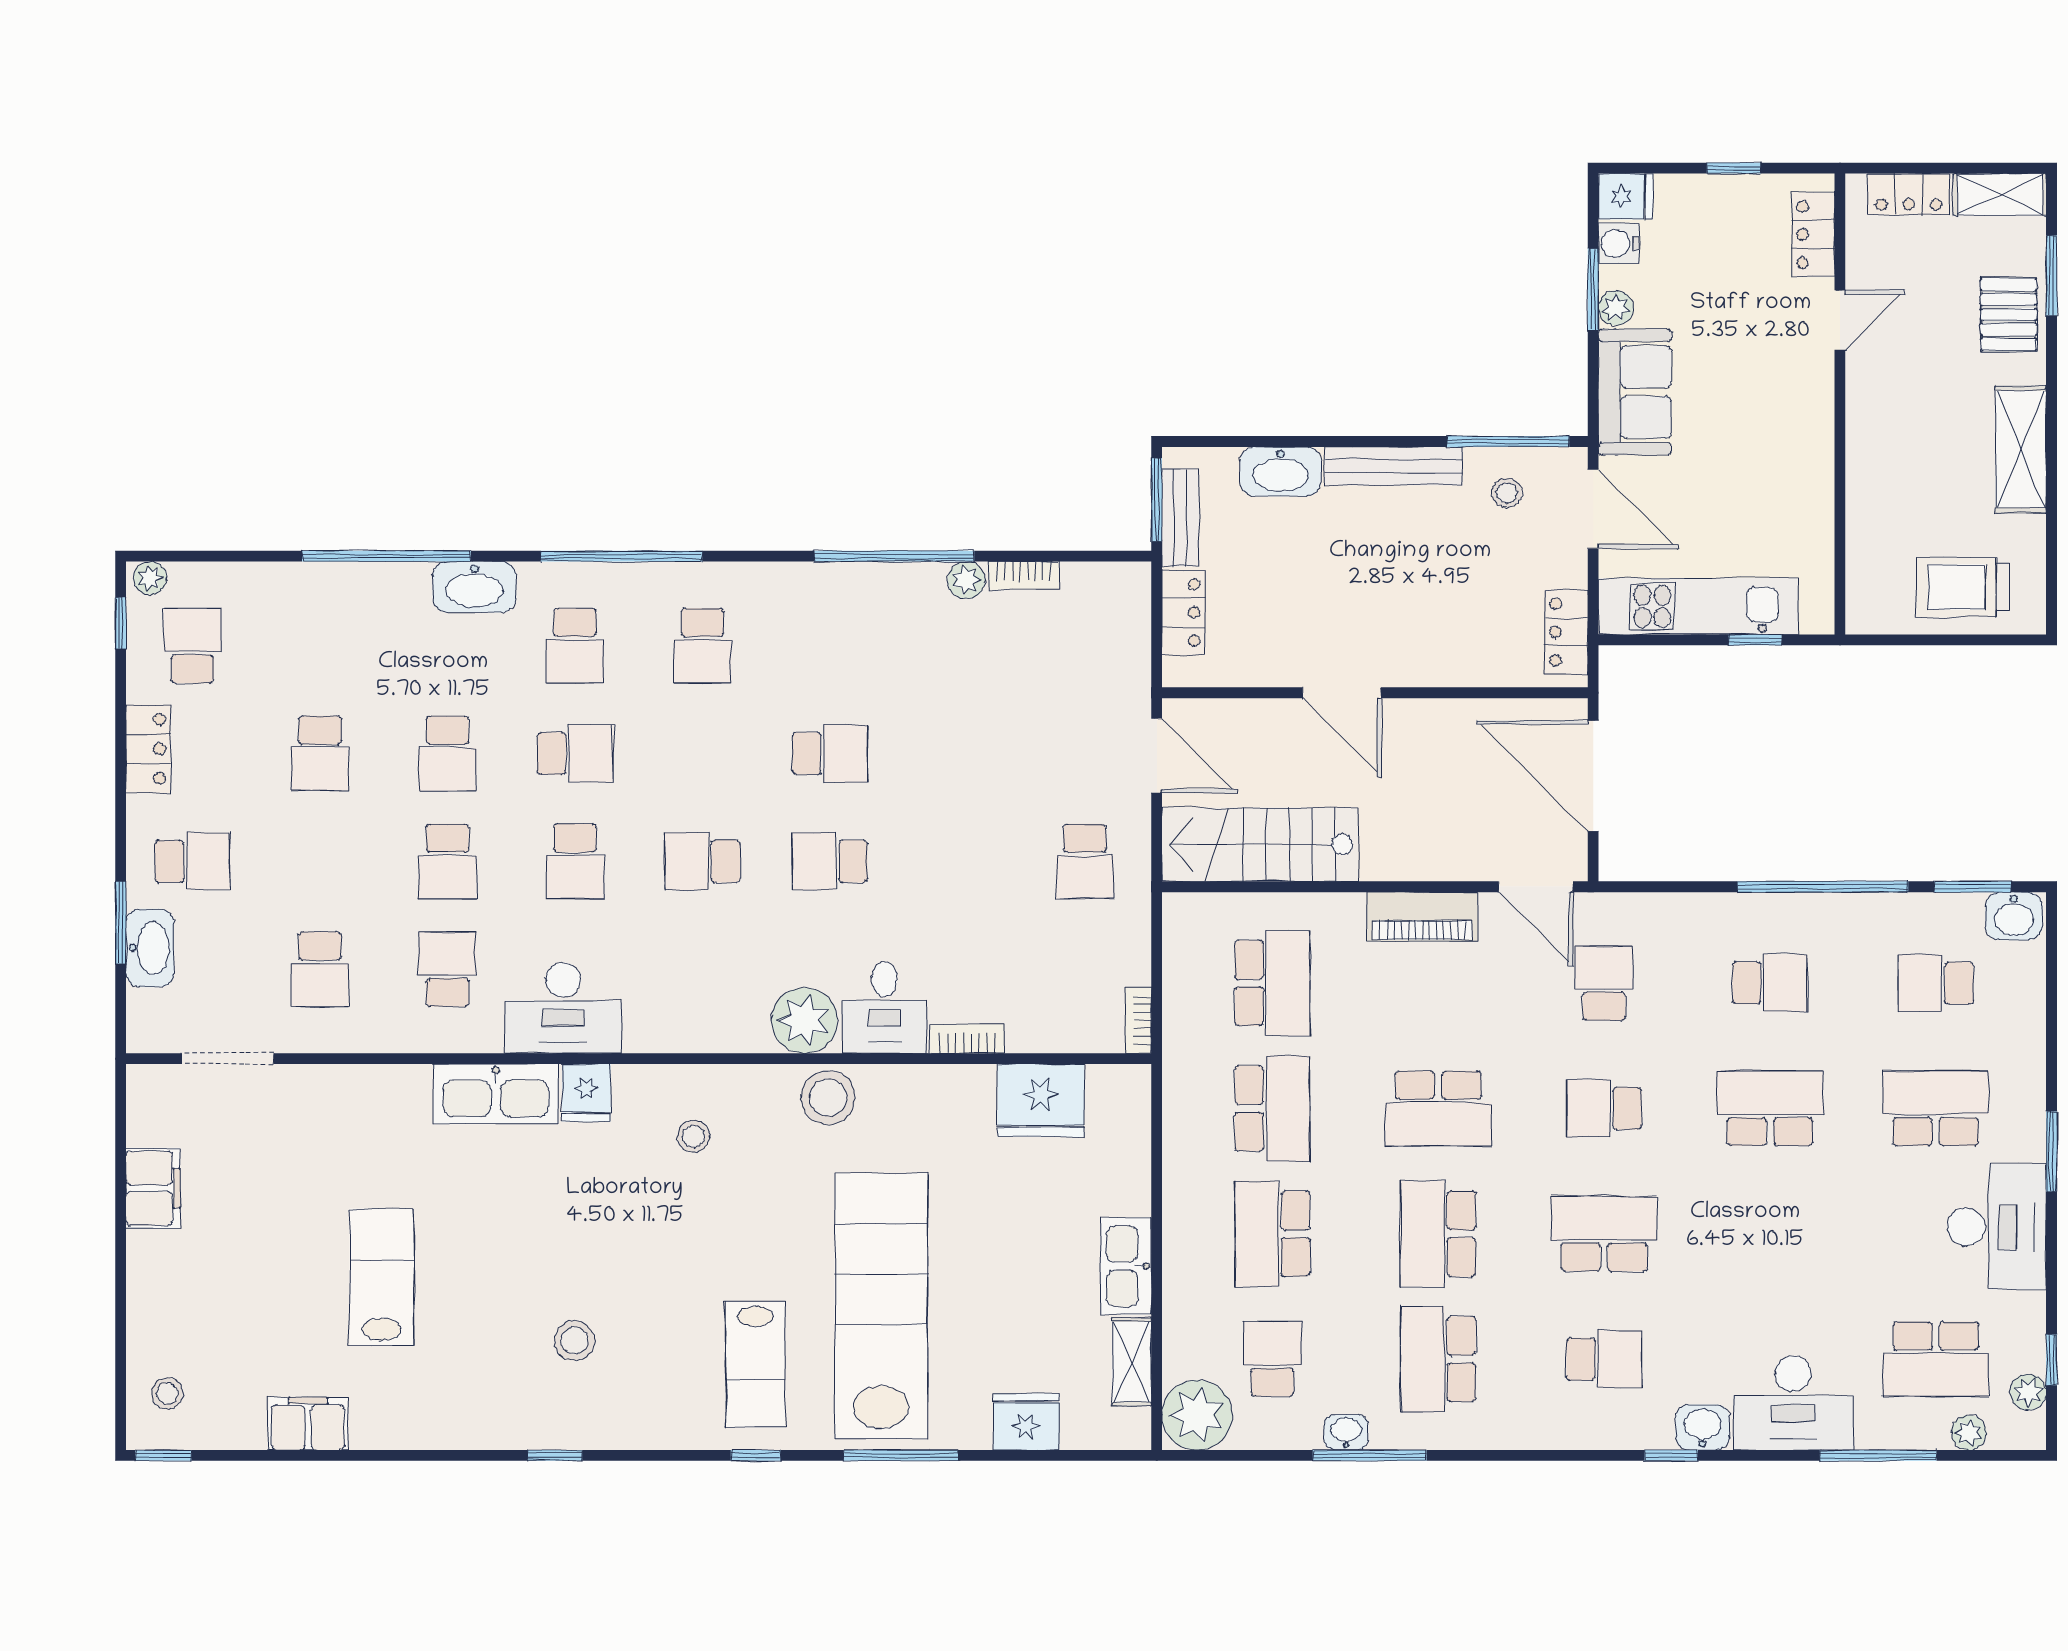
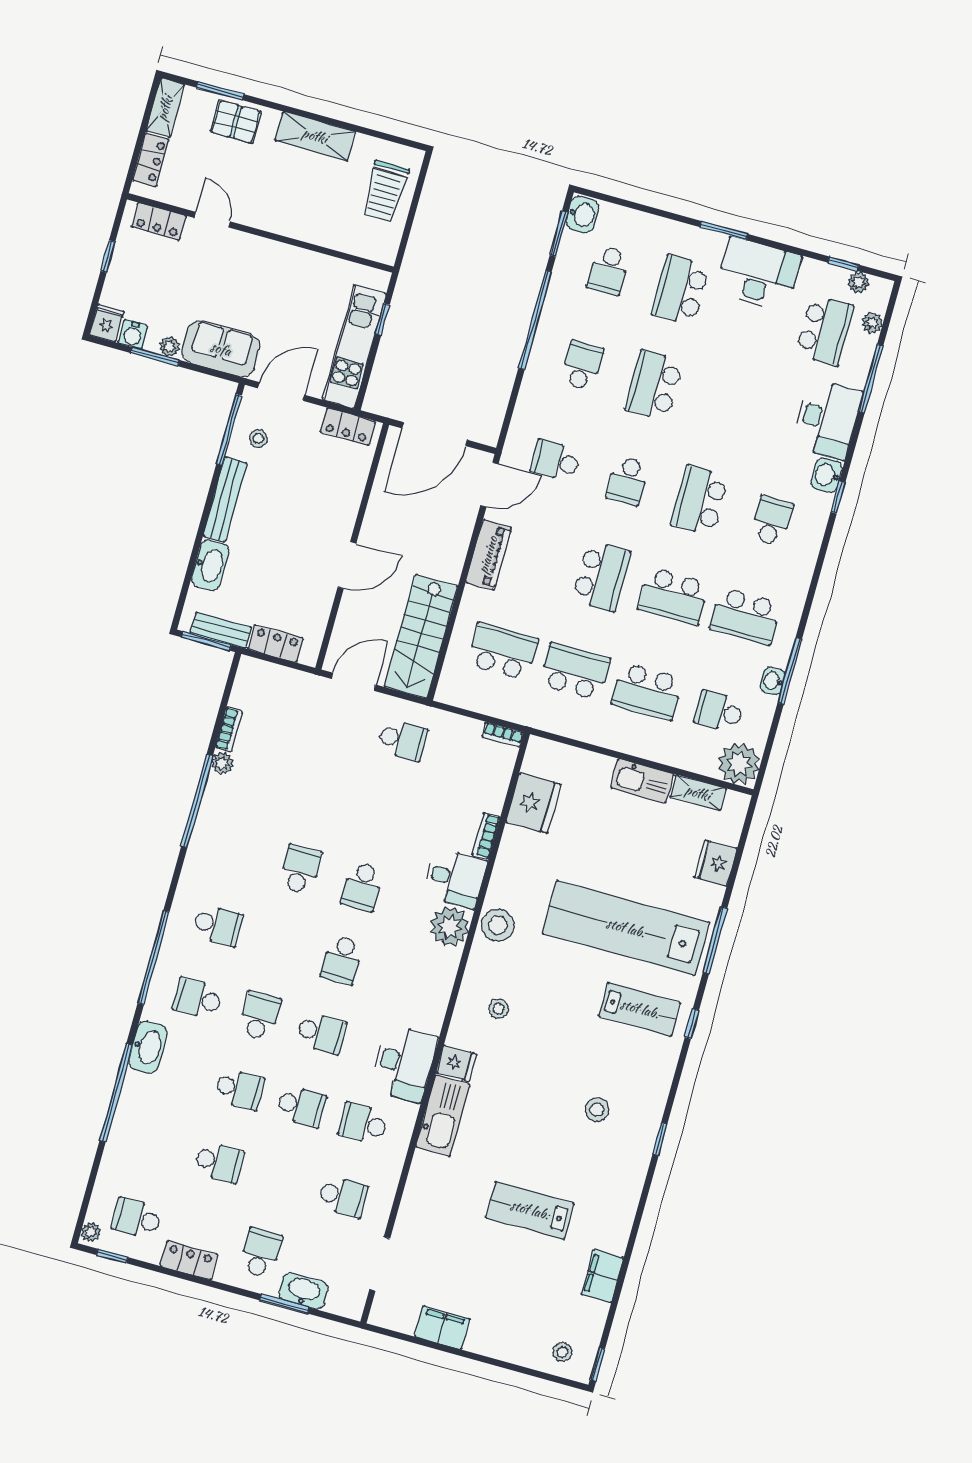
school desk: (575, 646) -> (198, 999), turned 180

